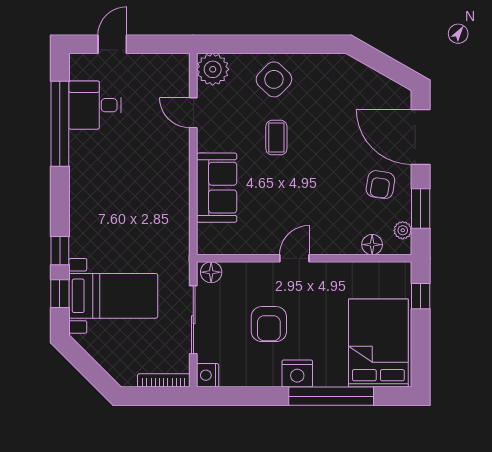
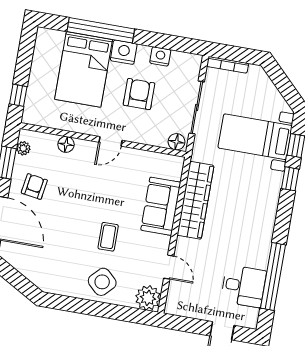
wardrobe: (174, 203) -> (195, 200), added
floor lamp: (372, 245) -> (66, 144), moved
bed: (378, 343) -> (84, 69), moved
nightstand: (208, 375) -> (160, 56), moved, turned -90

